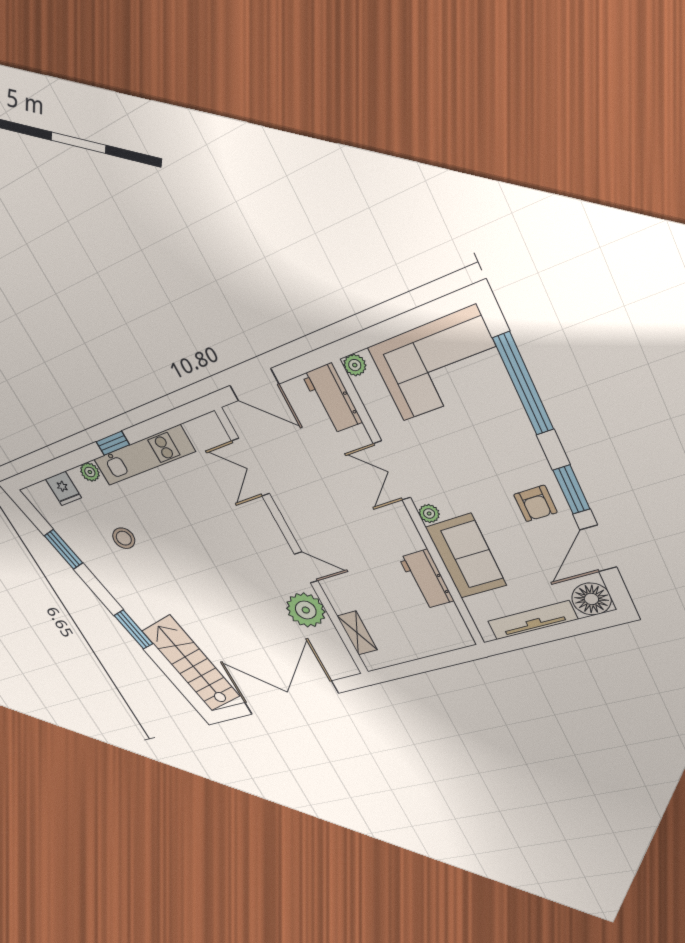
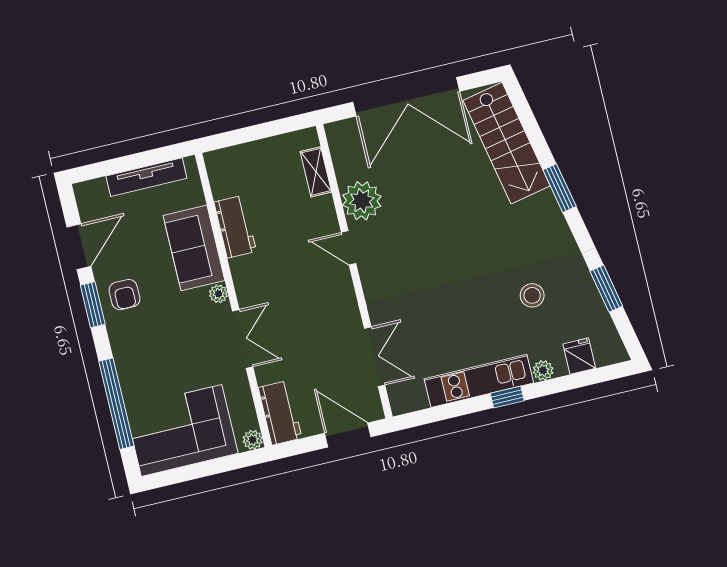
armchair: (535, 503) -> (124, 295), turned 180
floor lamp: (591, 599) -> (92, 196), removed

